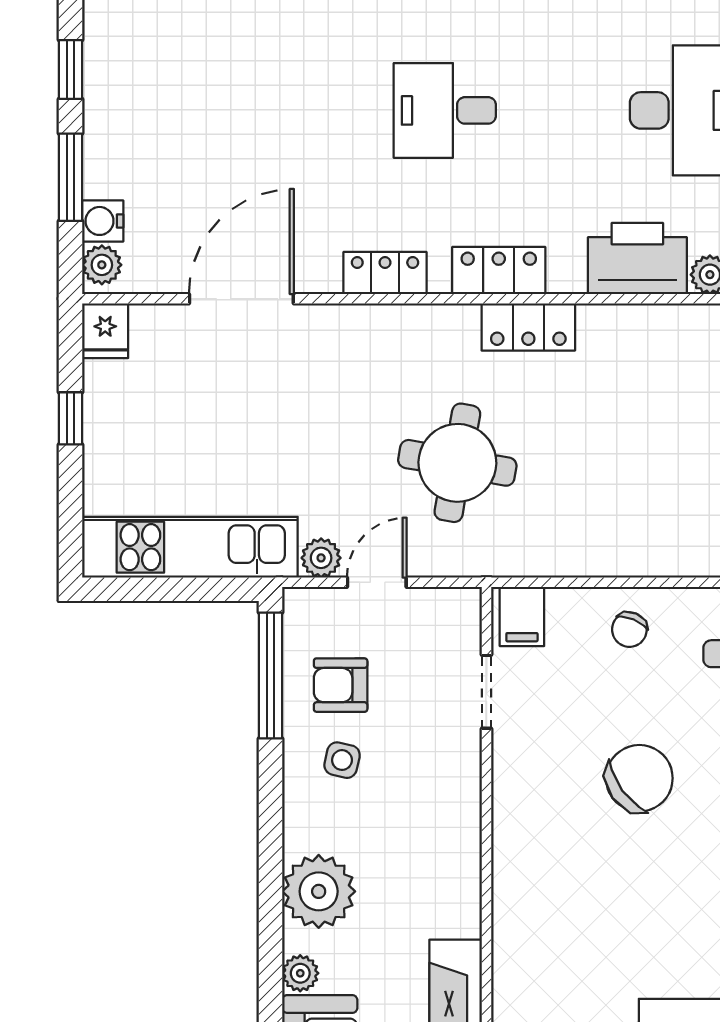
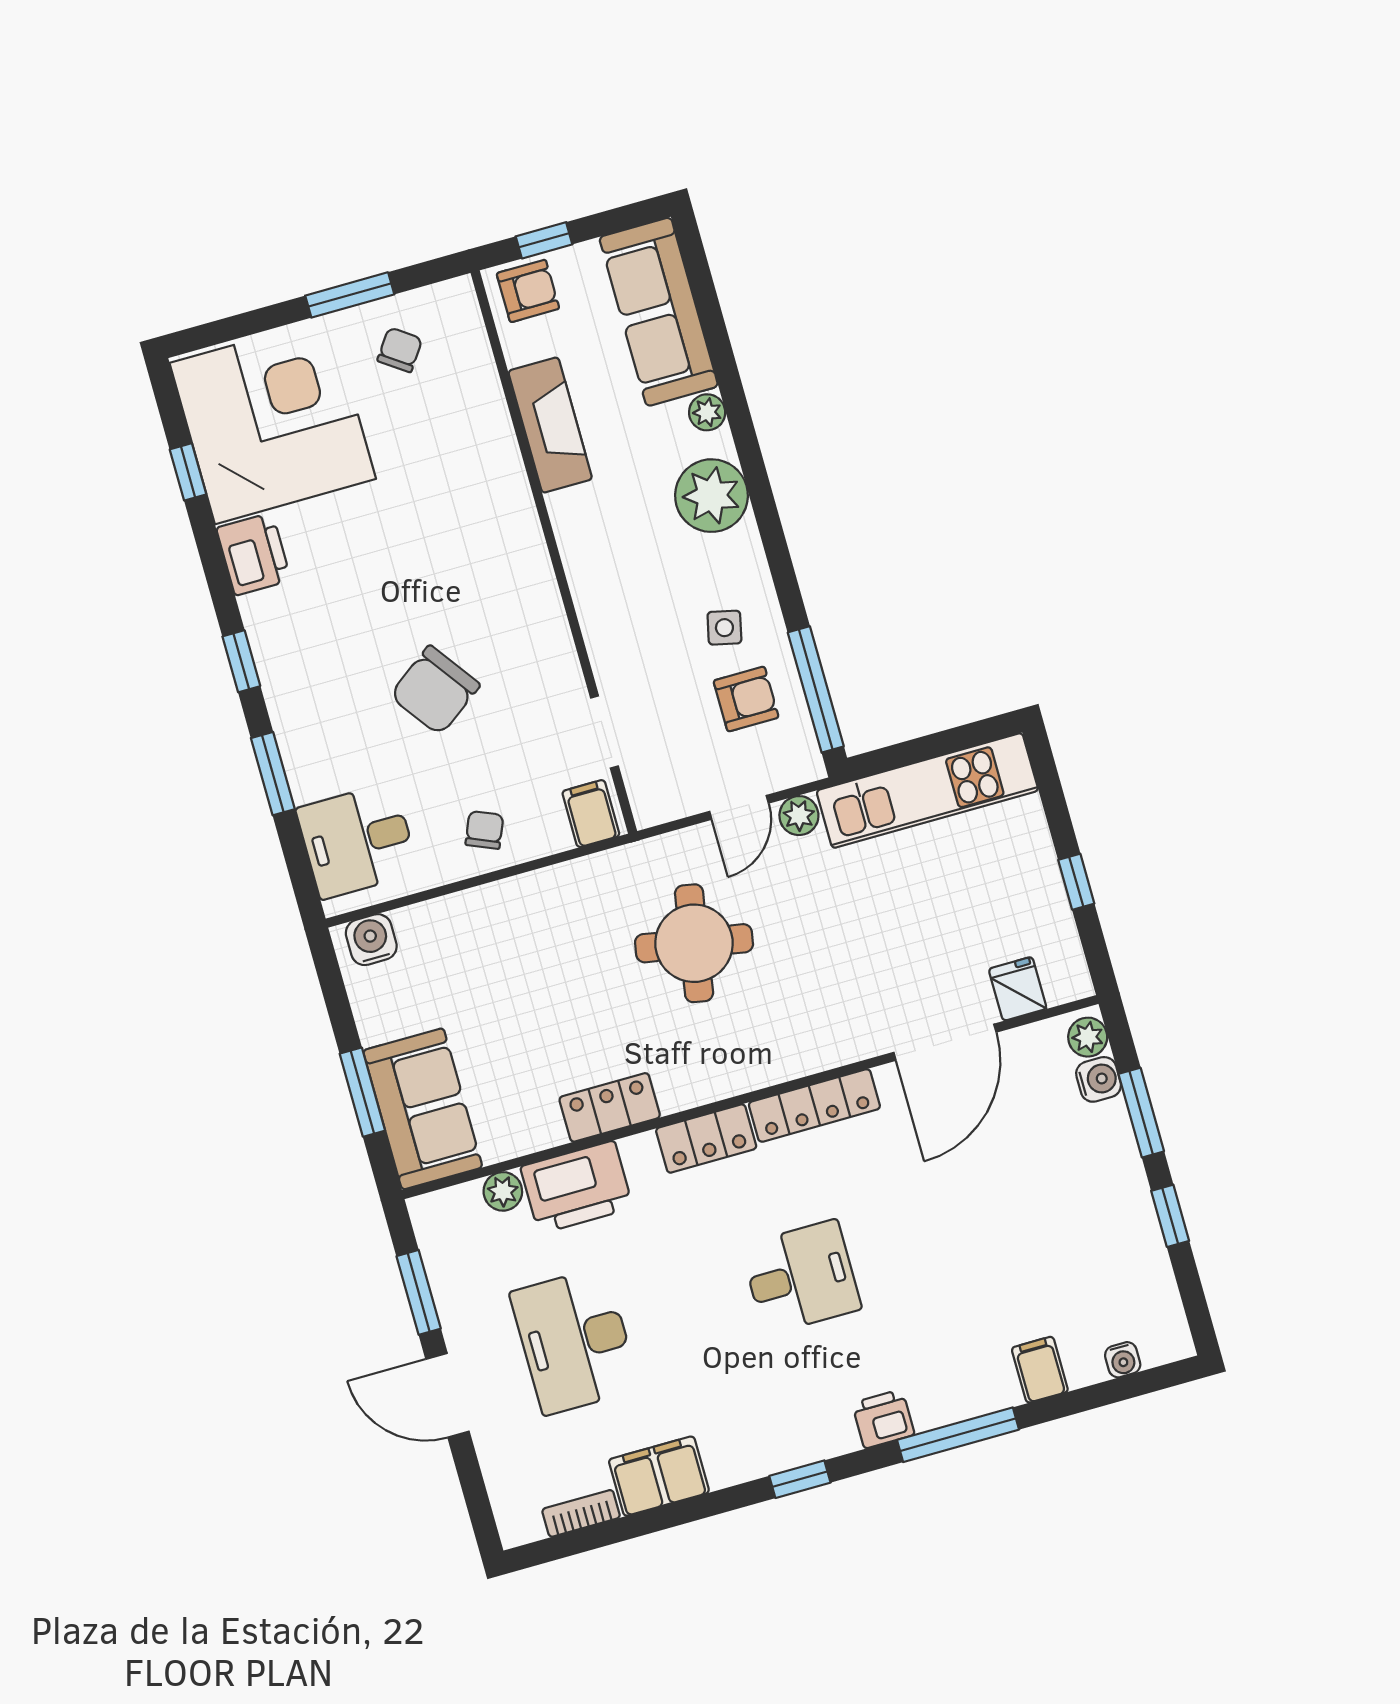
locker: (385, 273) -> (814, 1106), width x1.53
locker: (528, 327) -> (610, 1107), moved
fridge: (105, 331) -> (1018, 989), moved

